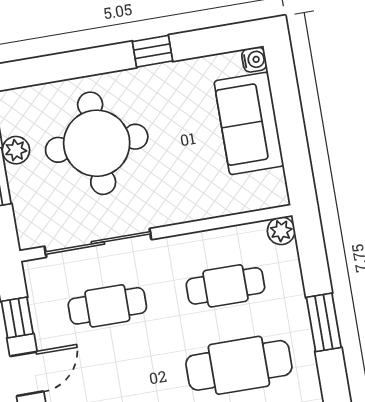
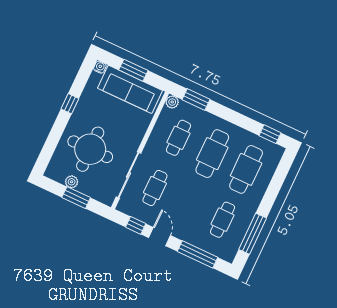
sofa: (249, 123) -> (130, 89), width x1.36
window: (290, 123) -> (133, 70), added
window: (324, 322) -> (196, 100), moved

